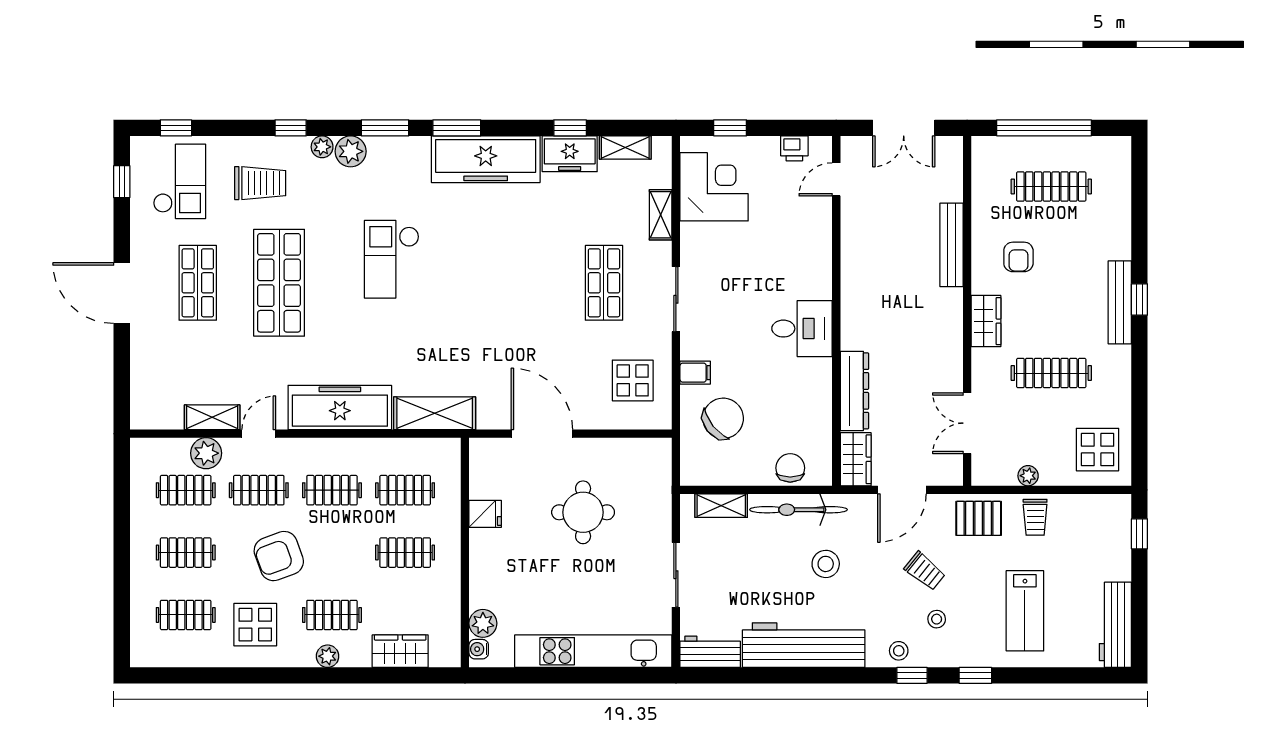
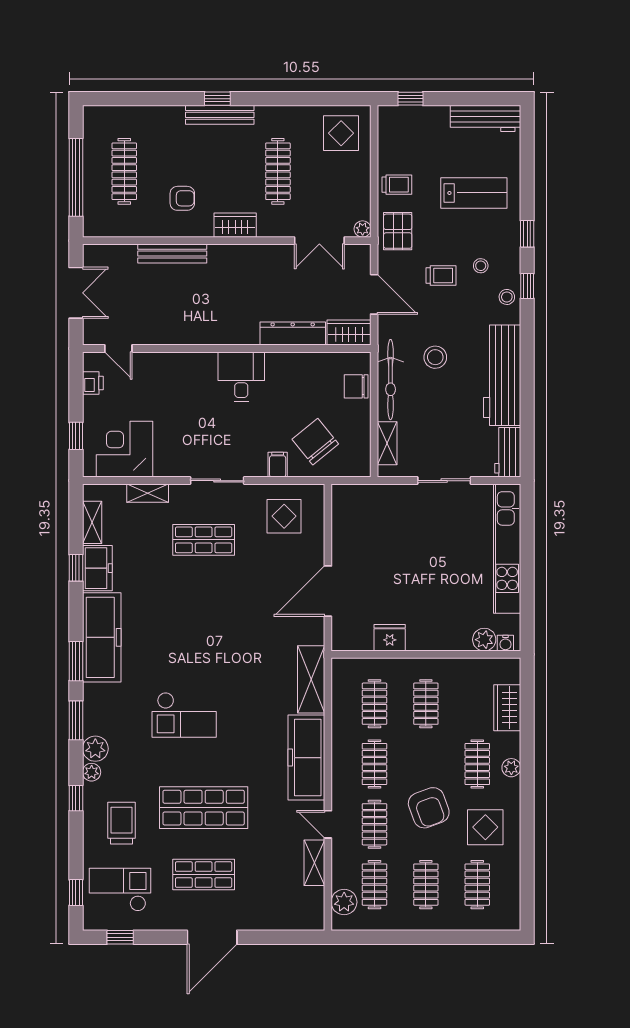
plant: (206, 453) -> (344, 902), moved
plant: (1028, 476) -> (363, 229), moved
round table: (583, 512) -> (393, 557), removed
fridge: (485, 514) -> (390, 638), width x1.38
trolley: (925, 571) -> (441, 275), turned 51

